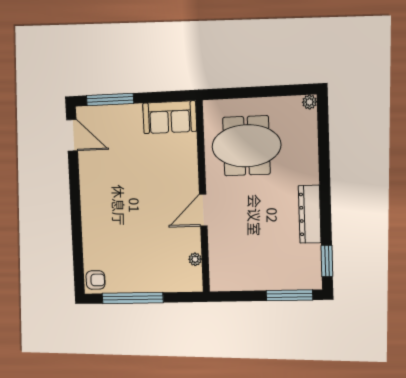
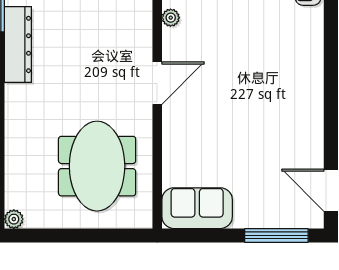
meeting table: (246, 146) -> (97, 166), turned 90
dresser: (310, 214) -> (18, 44), moved

